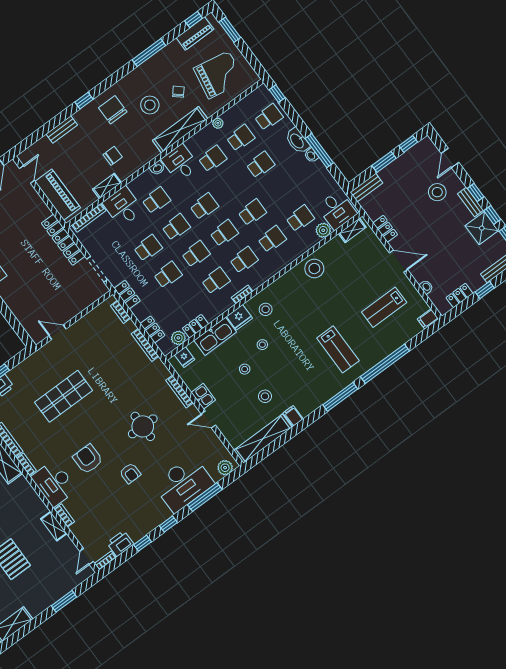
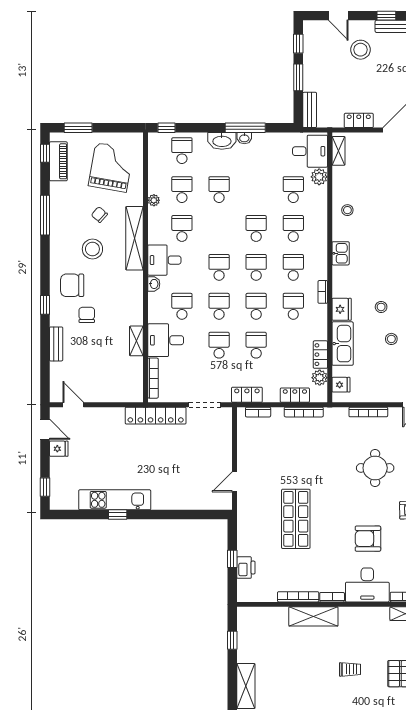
chair: (113, 156) -> (87, 315), moved
piano: (58, 195) -> (112, 391), removed
stool: (314, 268) -> (347, 210), width x0.53, depth x0.53
stool: (266, 309) -> (352, 281), removed
kitchen sink: (203, 396) -> (341, 253), moved, turned 90

